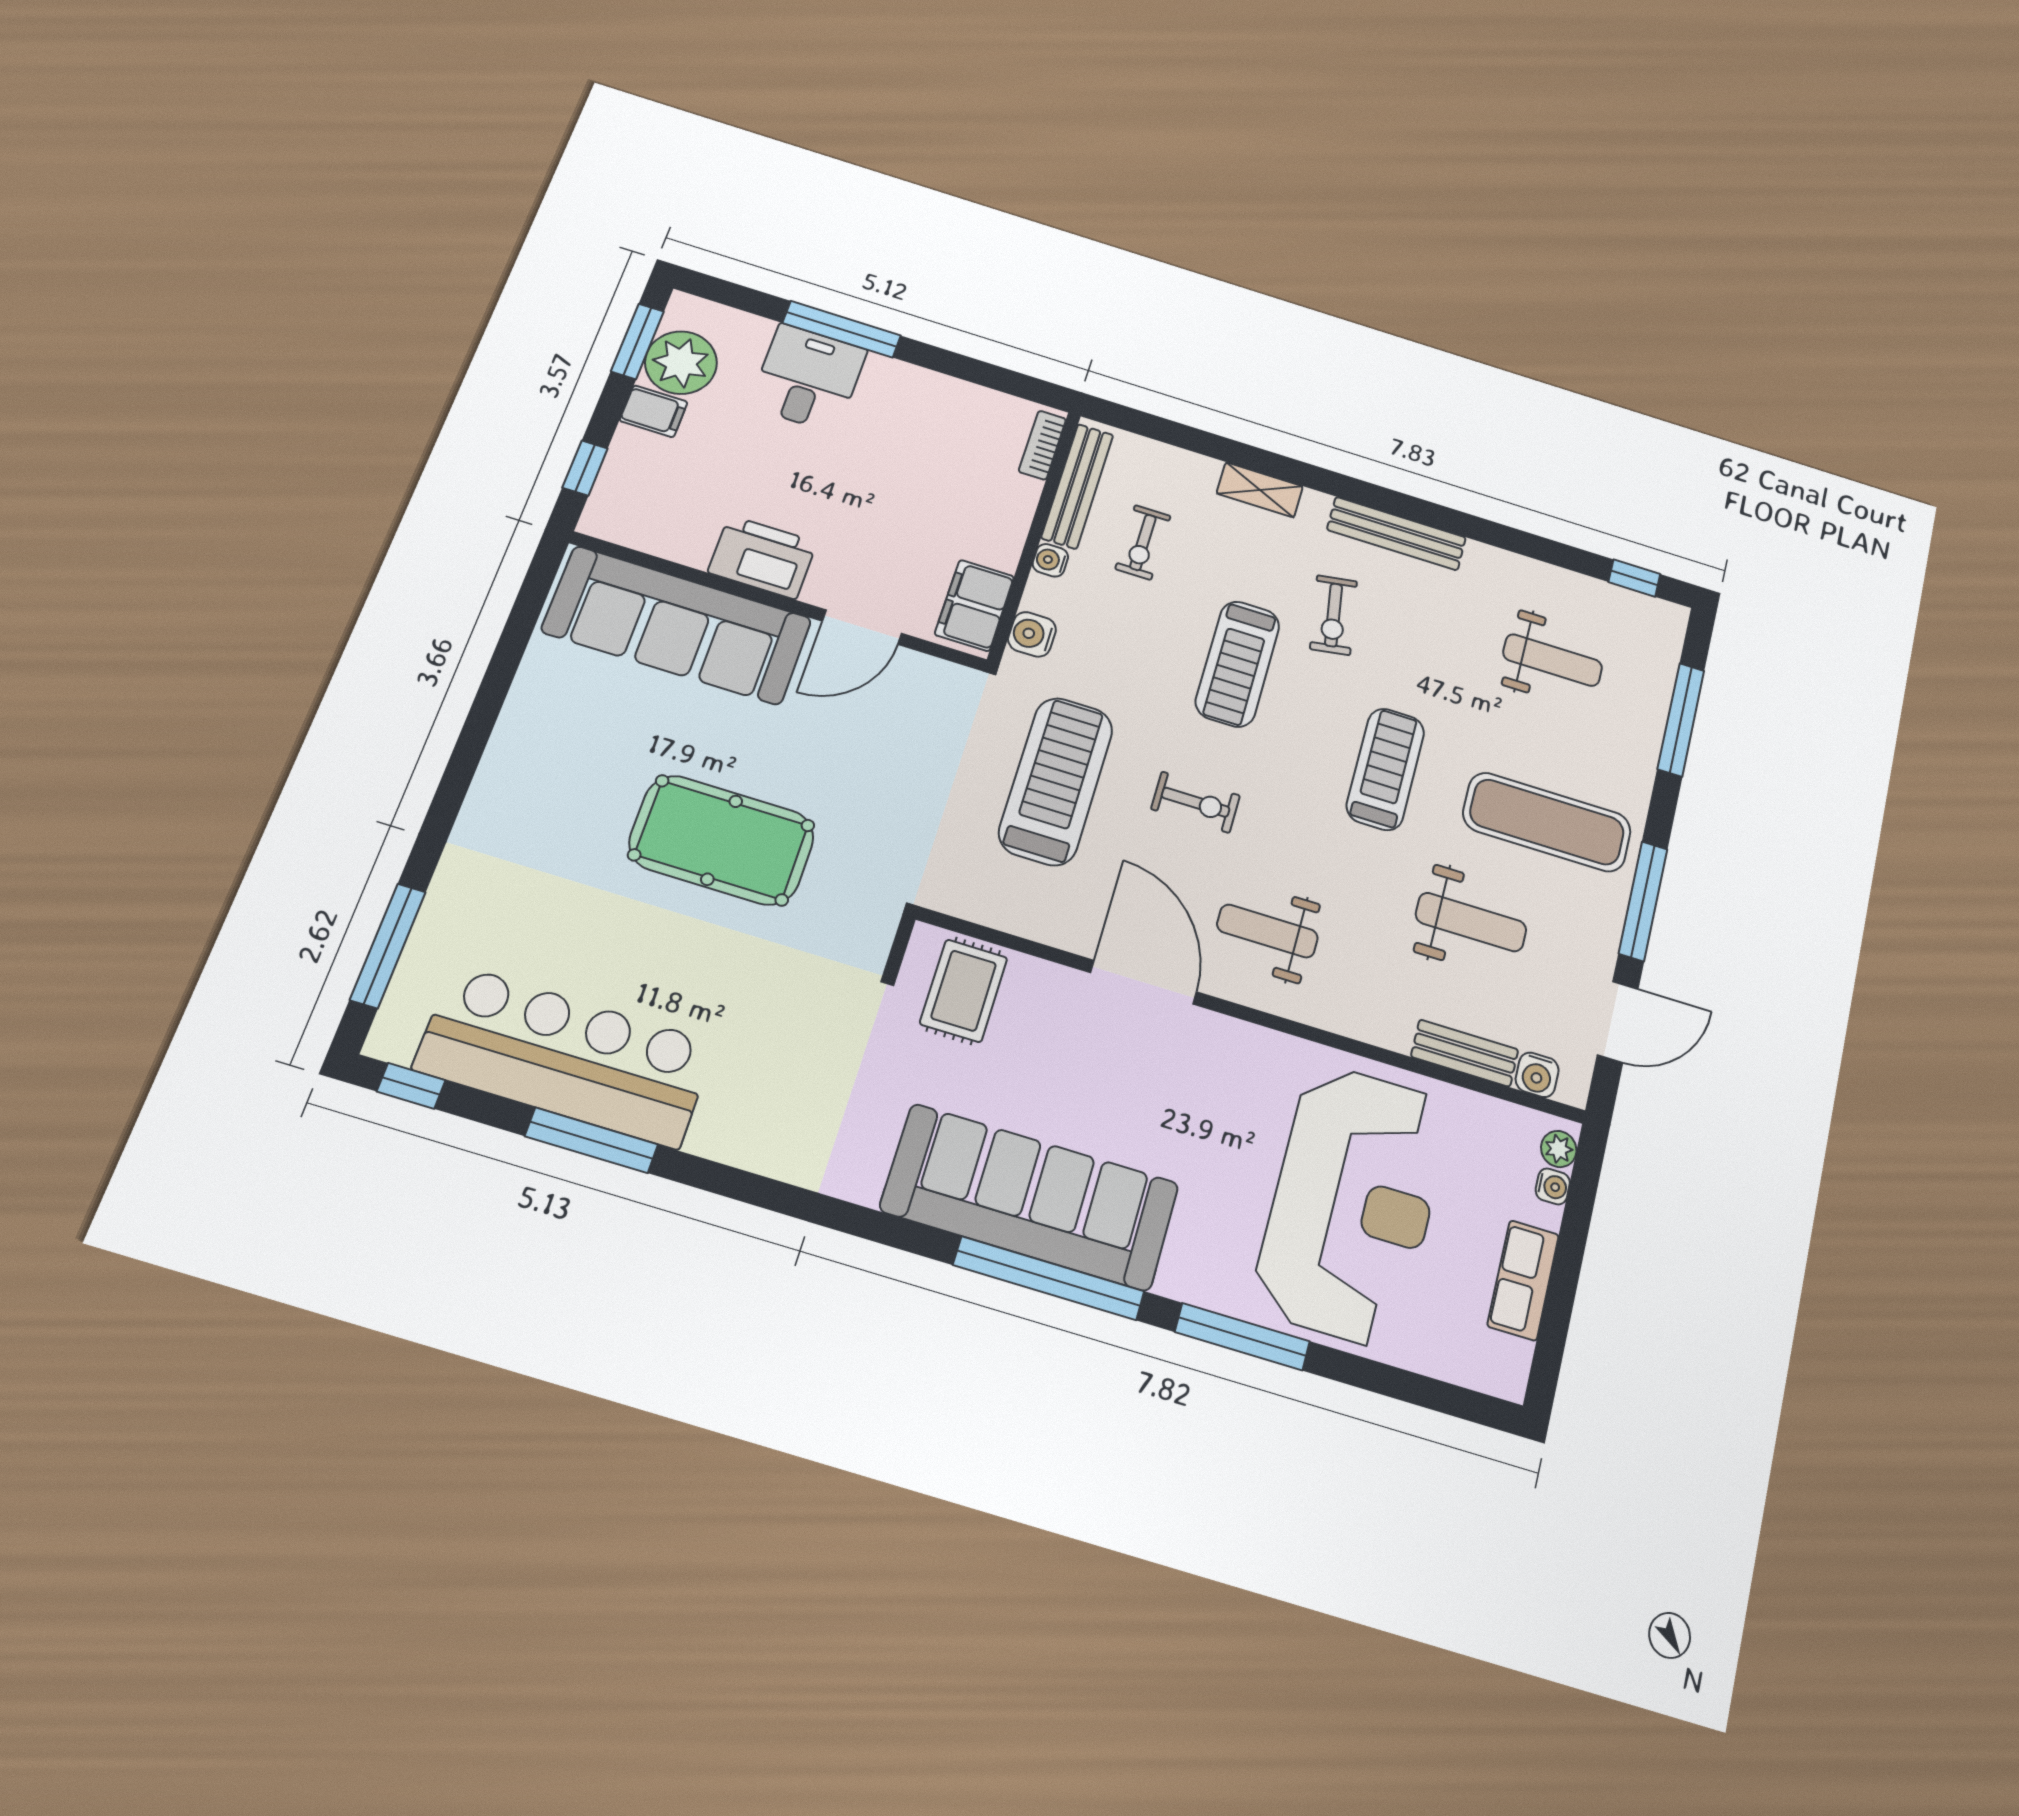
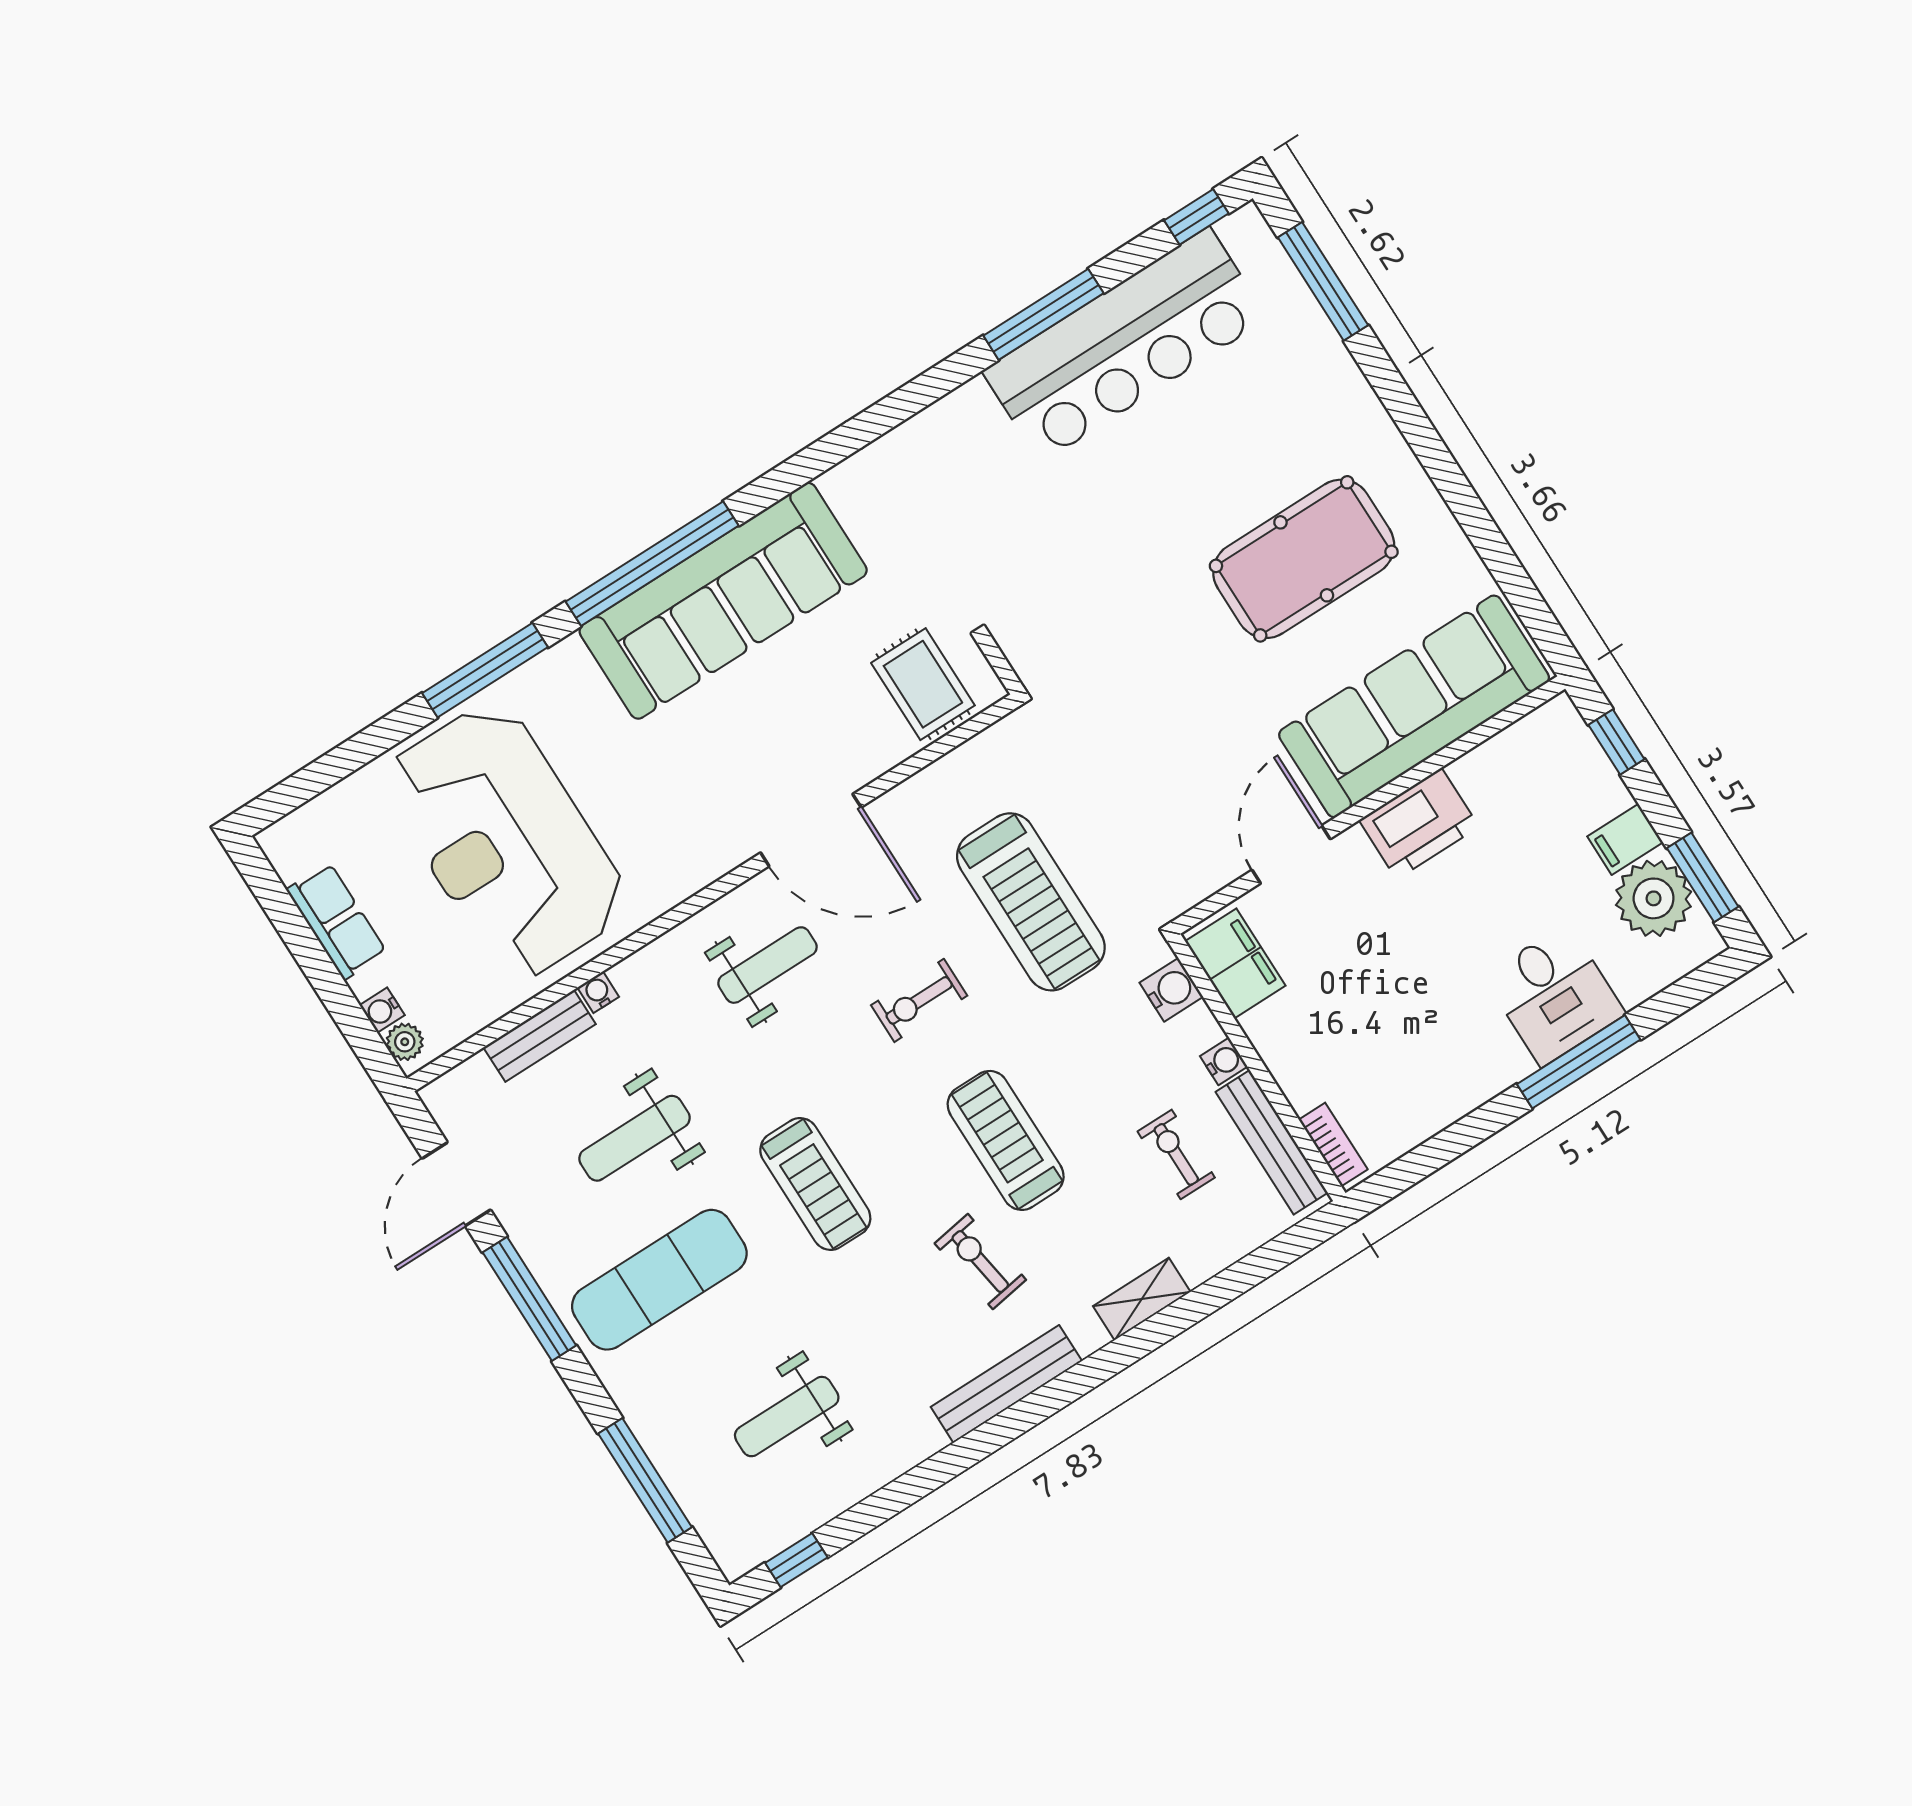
pool table: (722, 840) -> (1304, 559), moved
water cooler: (1537, 1075) -> (598, 992), moved, width x0.72, depth x0.72

